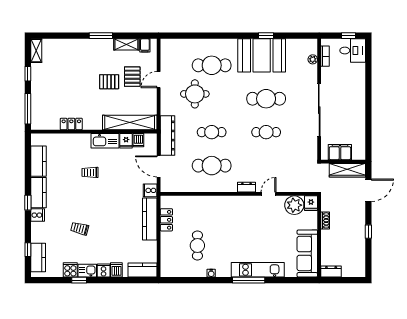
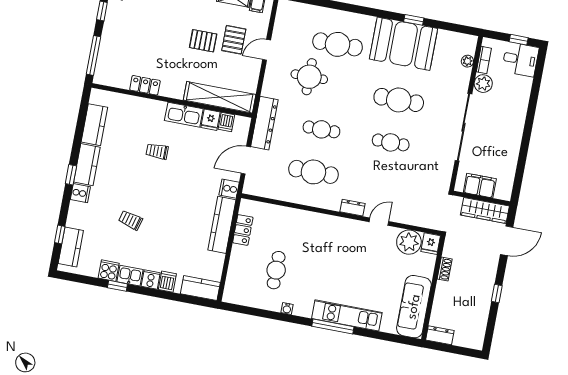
plant: (328, 74) -> (483, 84), added
door: (159, 166) -> (246, 160), hinge flipped

